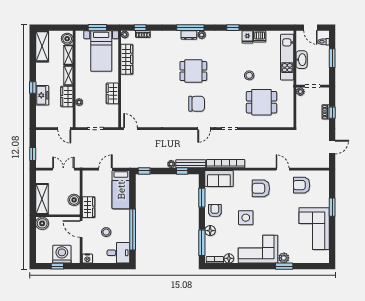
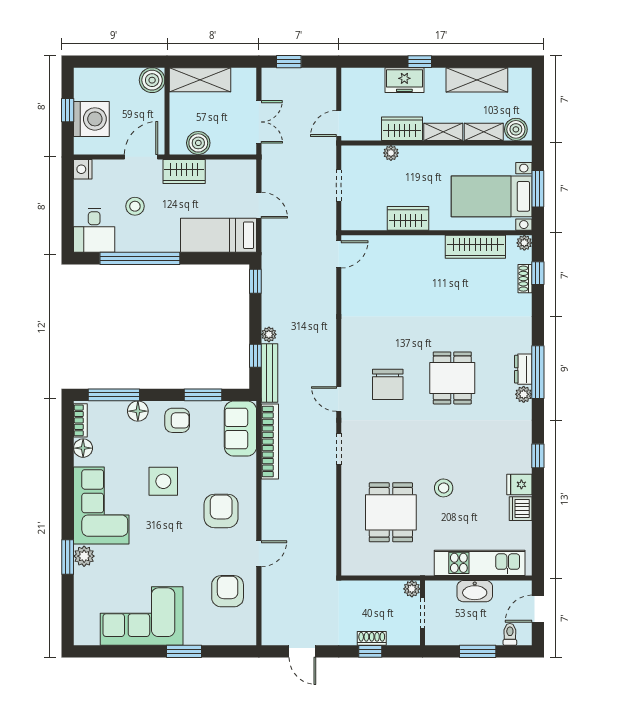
shelving: (42, 46) -> (477, 80), moved

